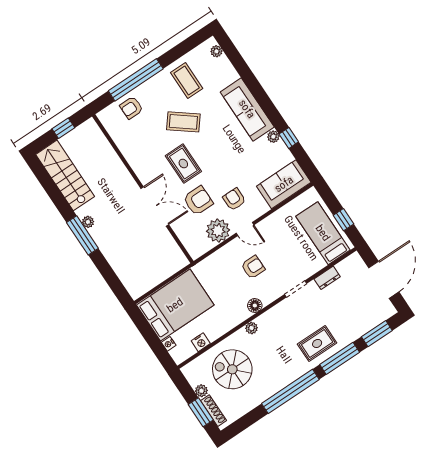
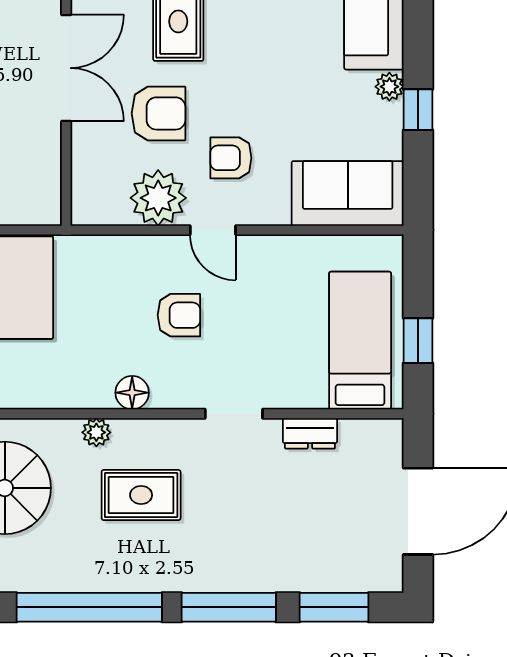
armchair: (234, 199) -> (231, 158), turned -90
rug: (317, 343) -> (141, 495), moved

